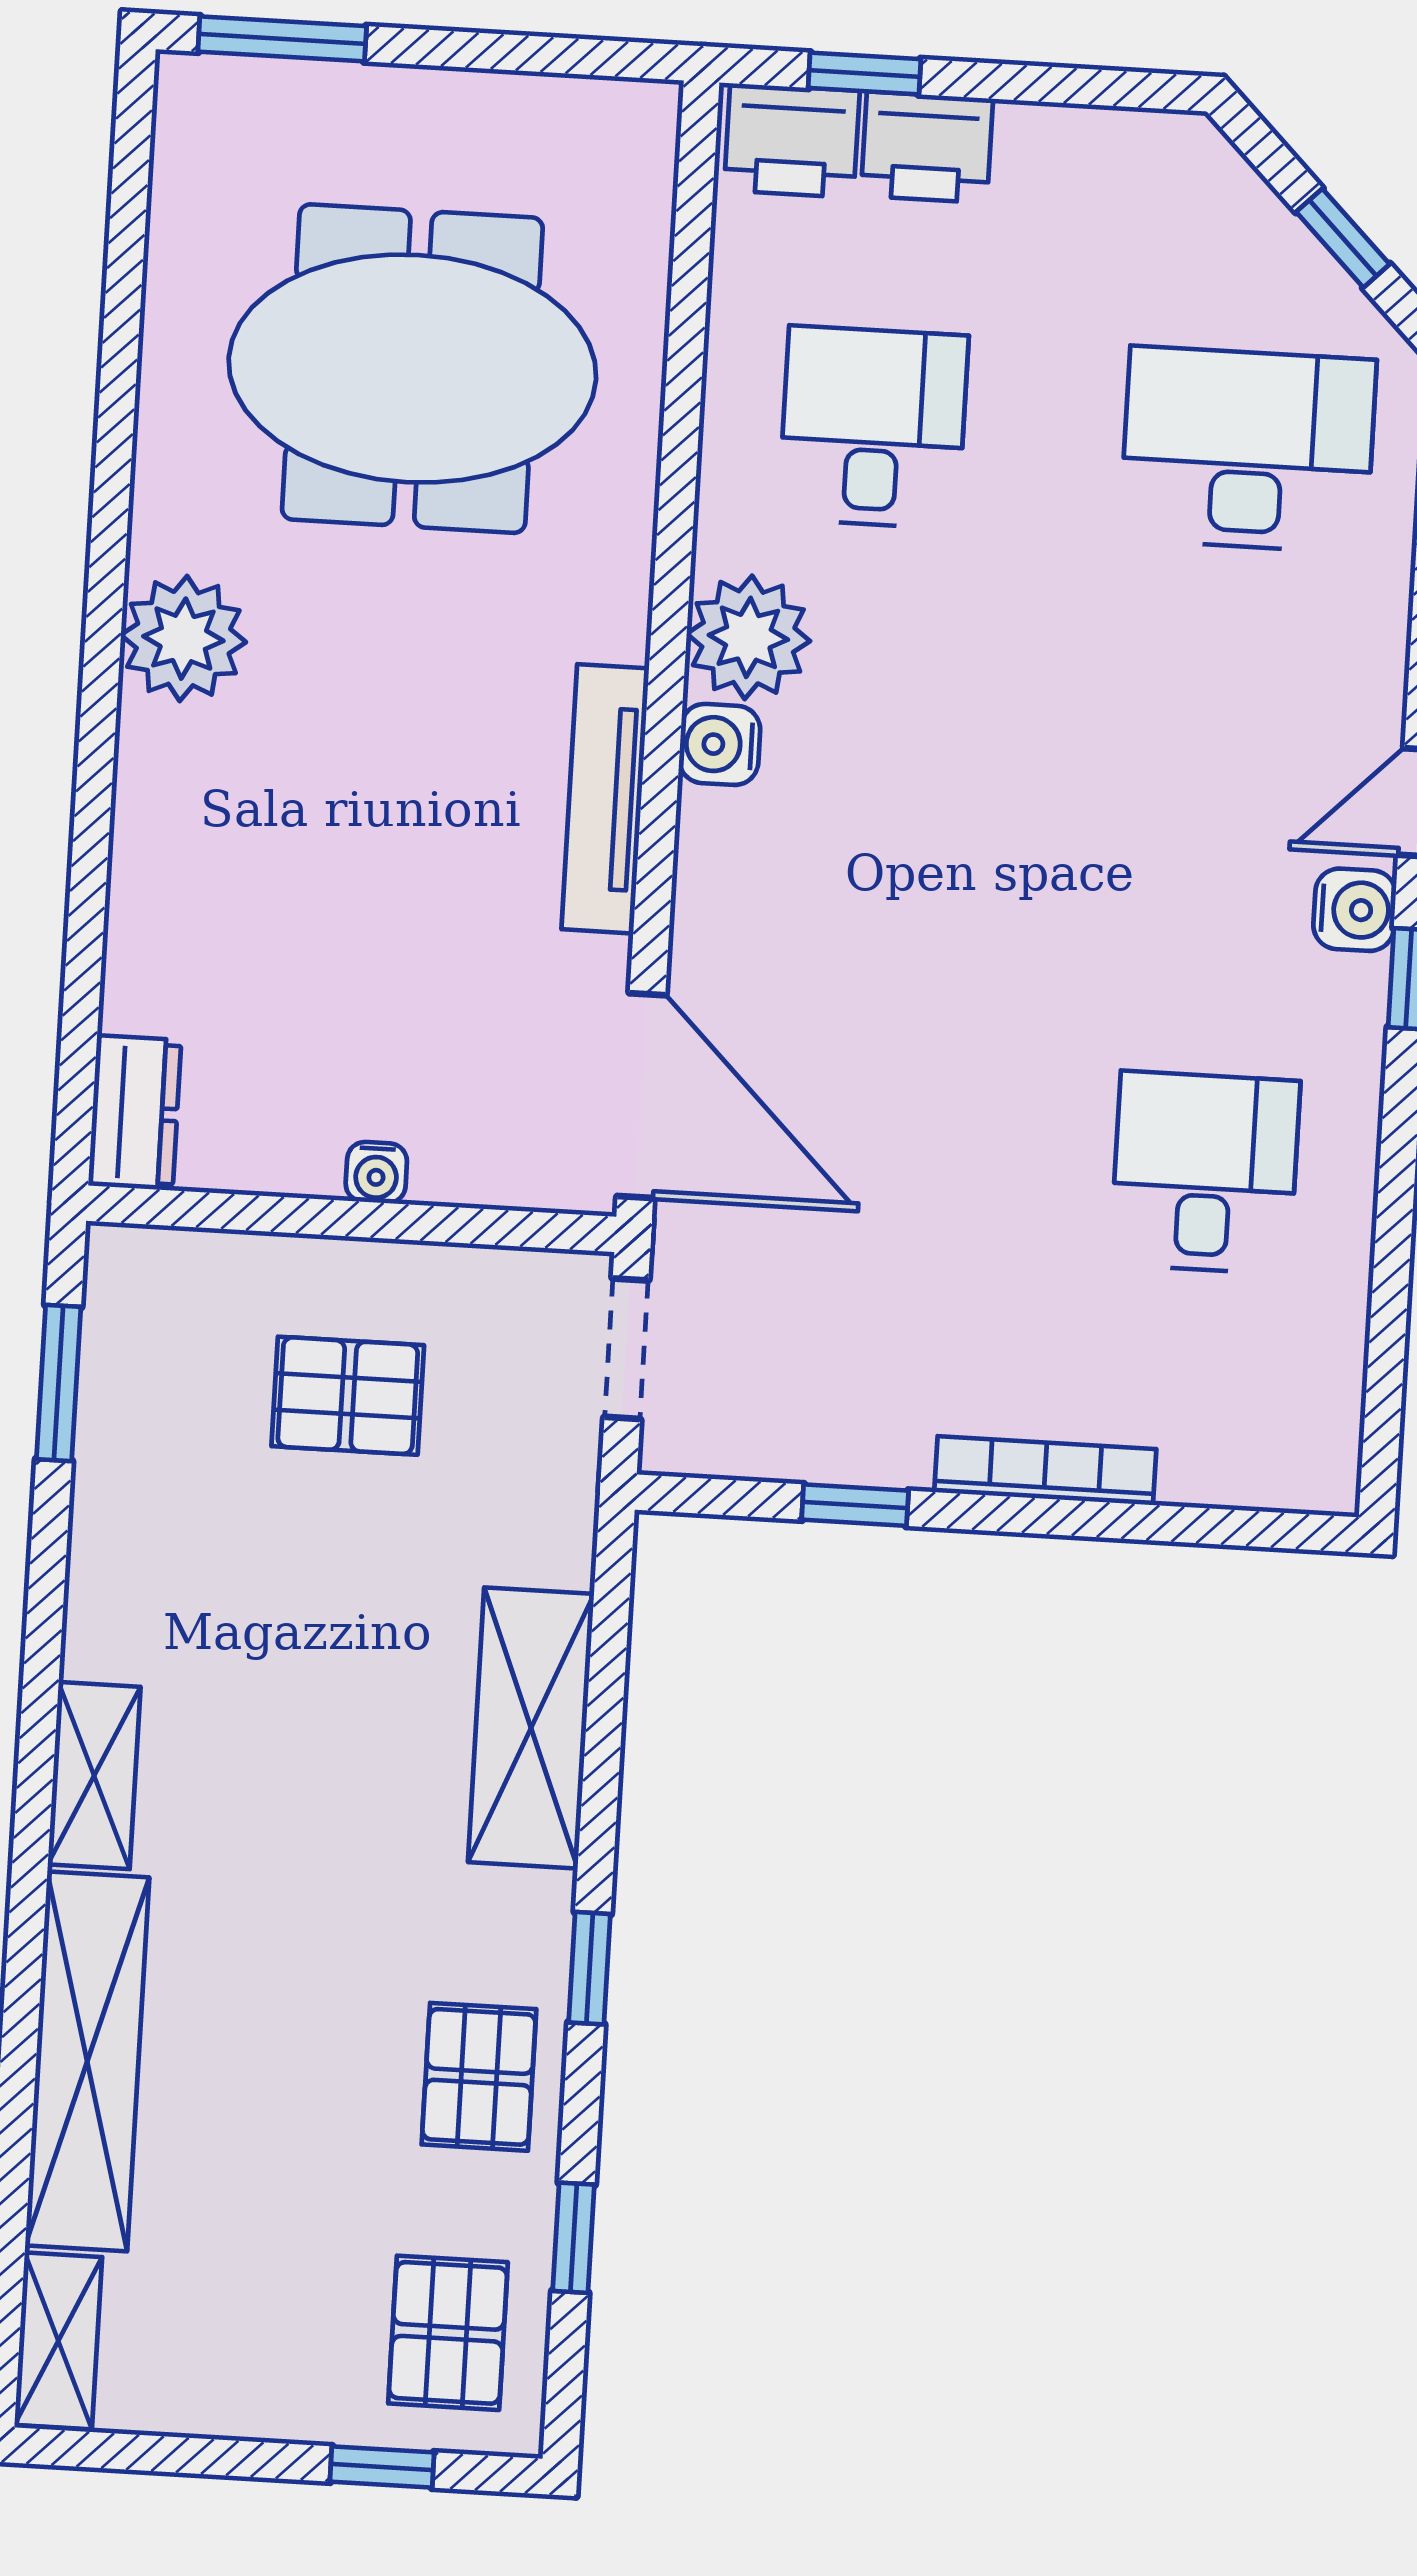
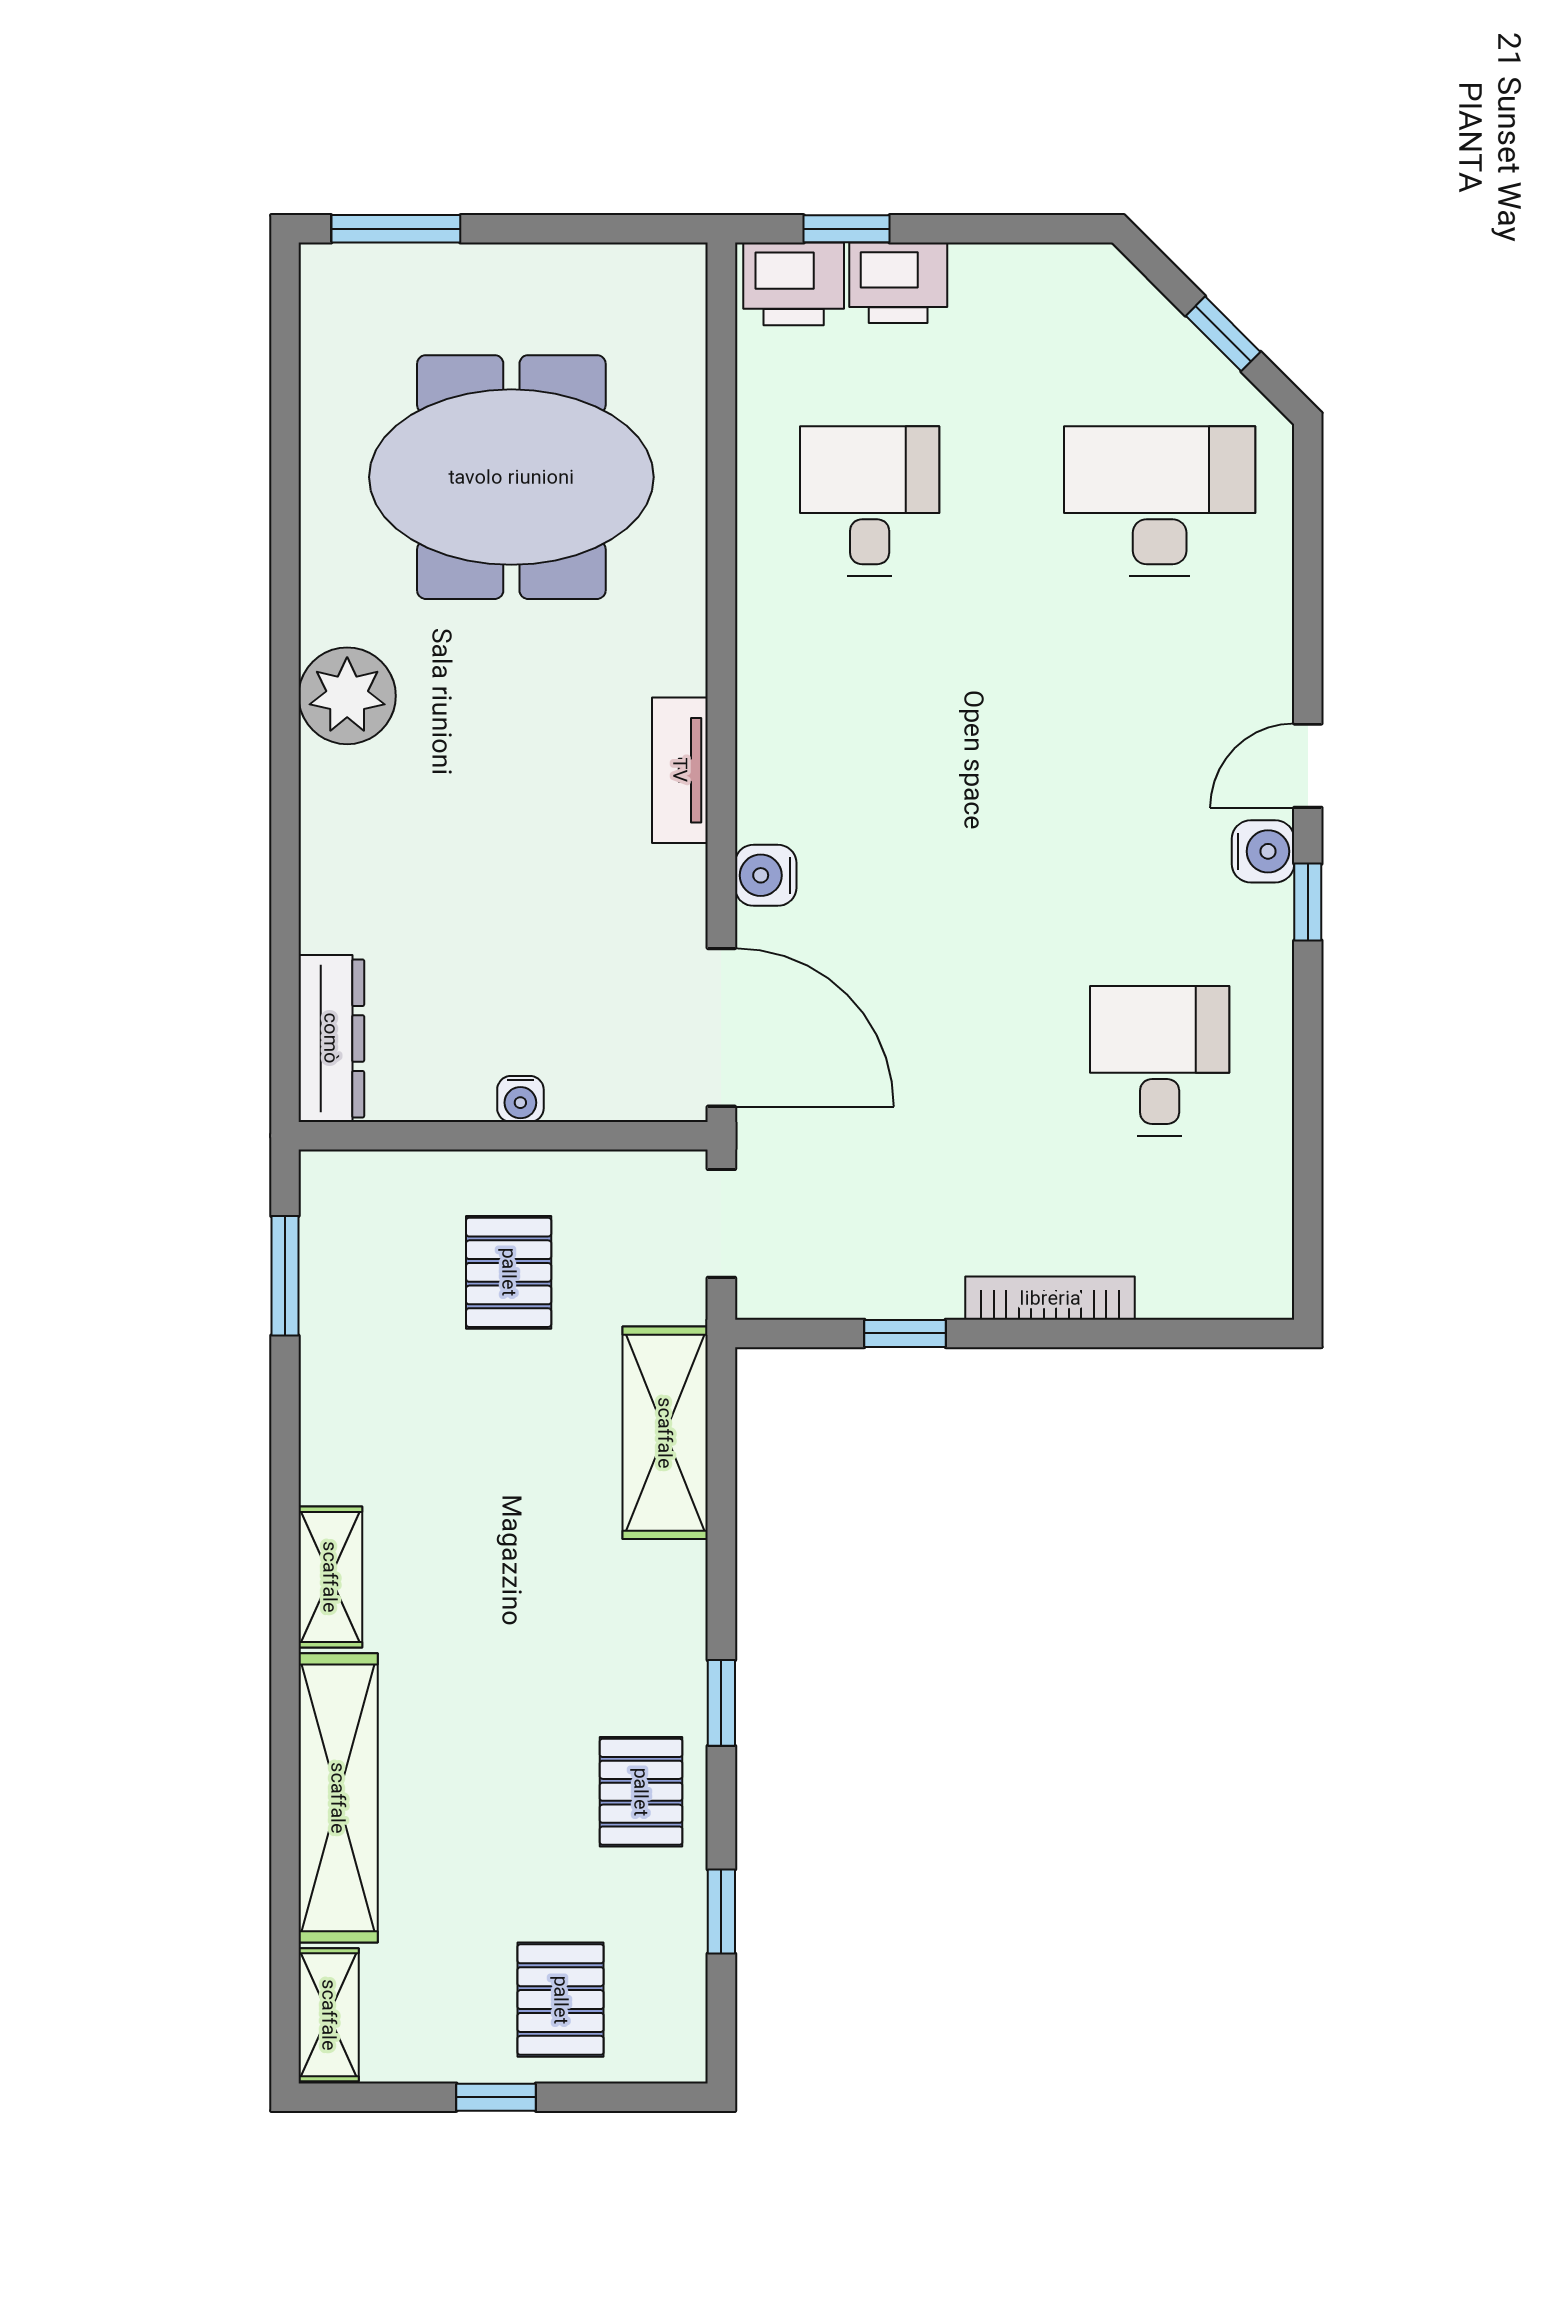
plant: (748, 637) -> (783, 669), removed
water cooler: (720, 744) -> (766, 875), moved
tv unit: (605, 799) -> (680, 770), width x0.71
dresser: (135, 1113) -> (331, 1038), width x1.44
pallet: (348, 1396) -> (509, 1272), turned 90
shelving: (531, 1728) -> (665, 1433), moved
pallet: (448, 2333) -> (561, 2000), moved
window: (382, 2467) -> (496, 2097), moved

